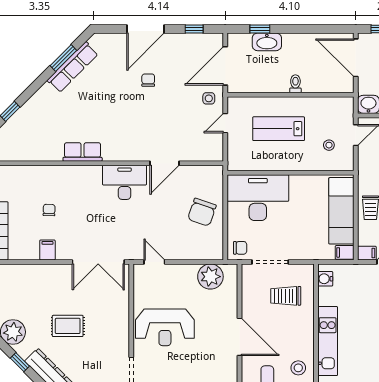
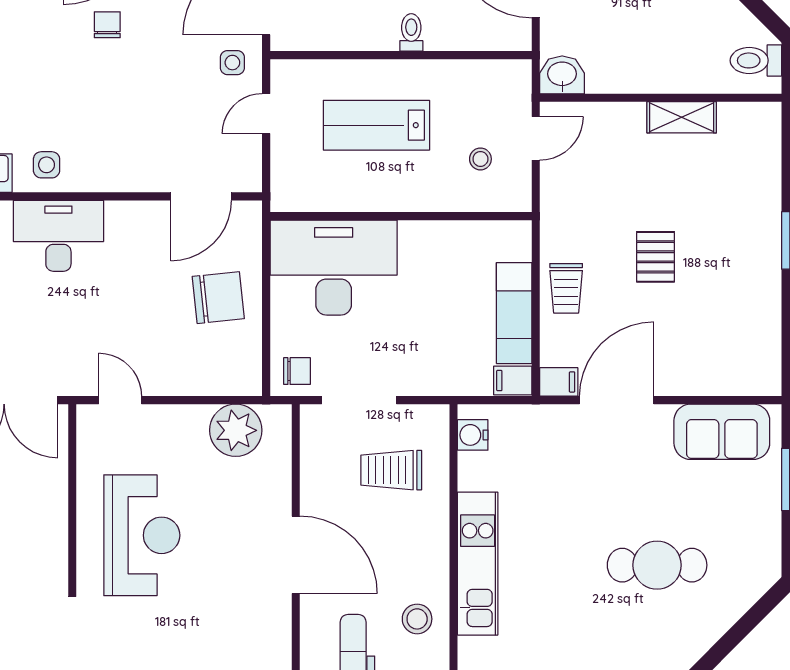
side table: (119, 148) -> (47, 165), added
door: (164, 163) -> (201, 196), moved
exam couch: (341, 211) -> (514, 313), width x0.73, depth x0.69
chair: (202, 212) -> (218, 298), turned -115
reception desk: (165, 327) -> (142, 535), turned -90

